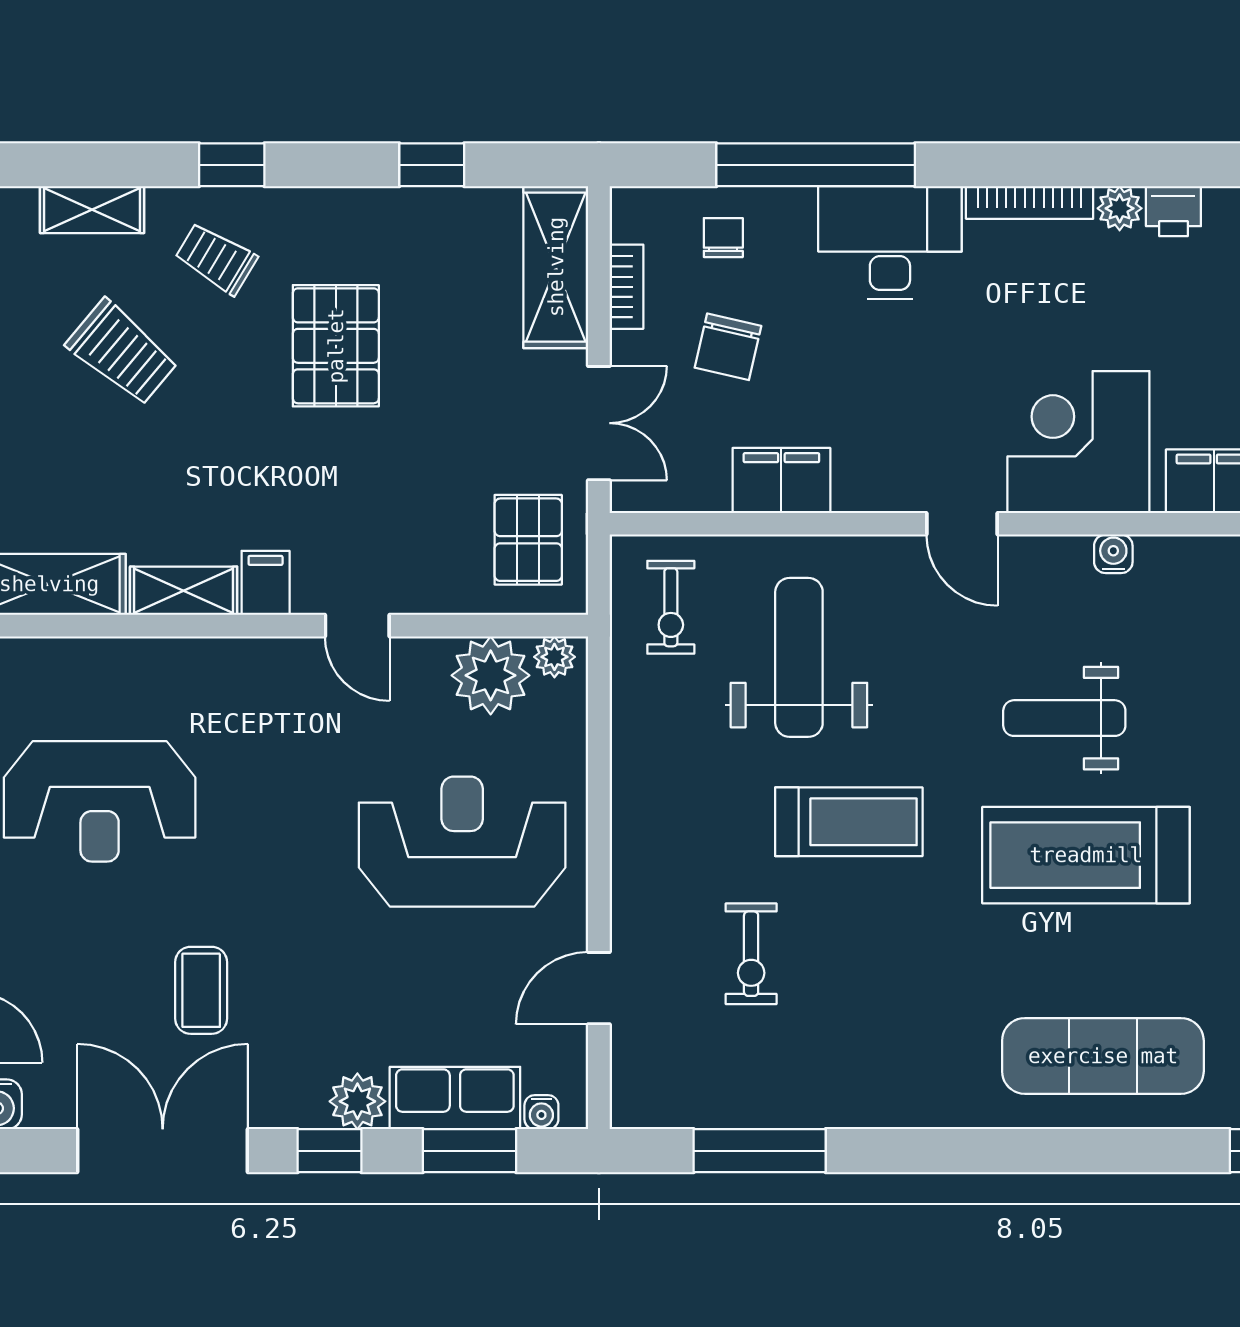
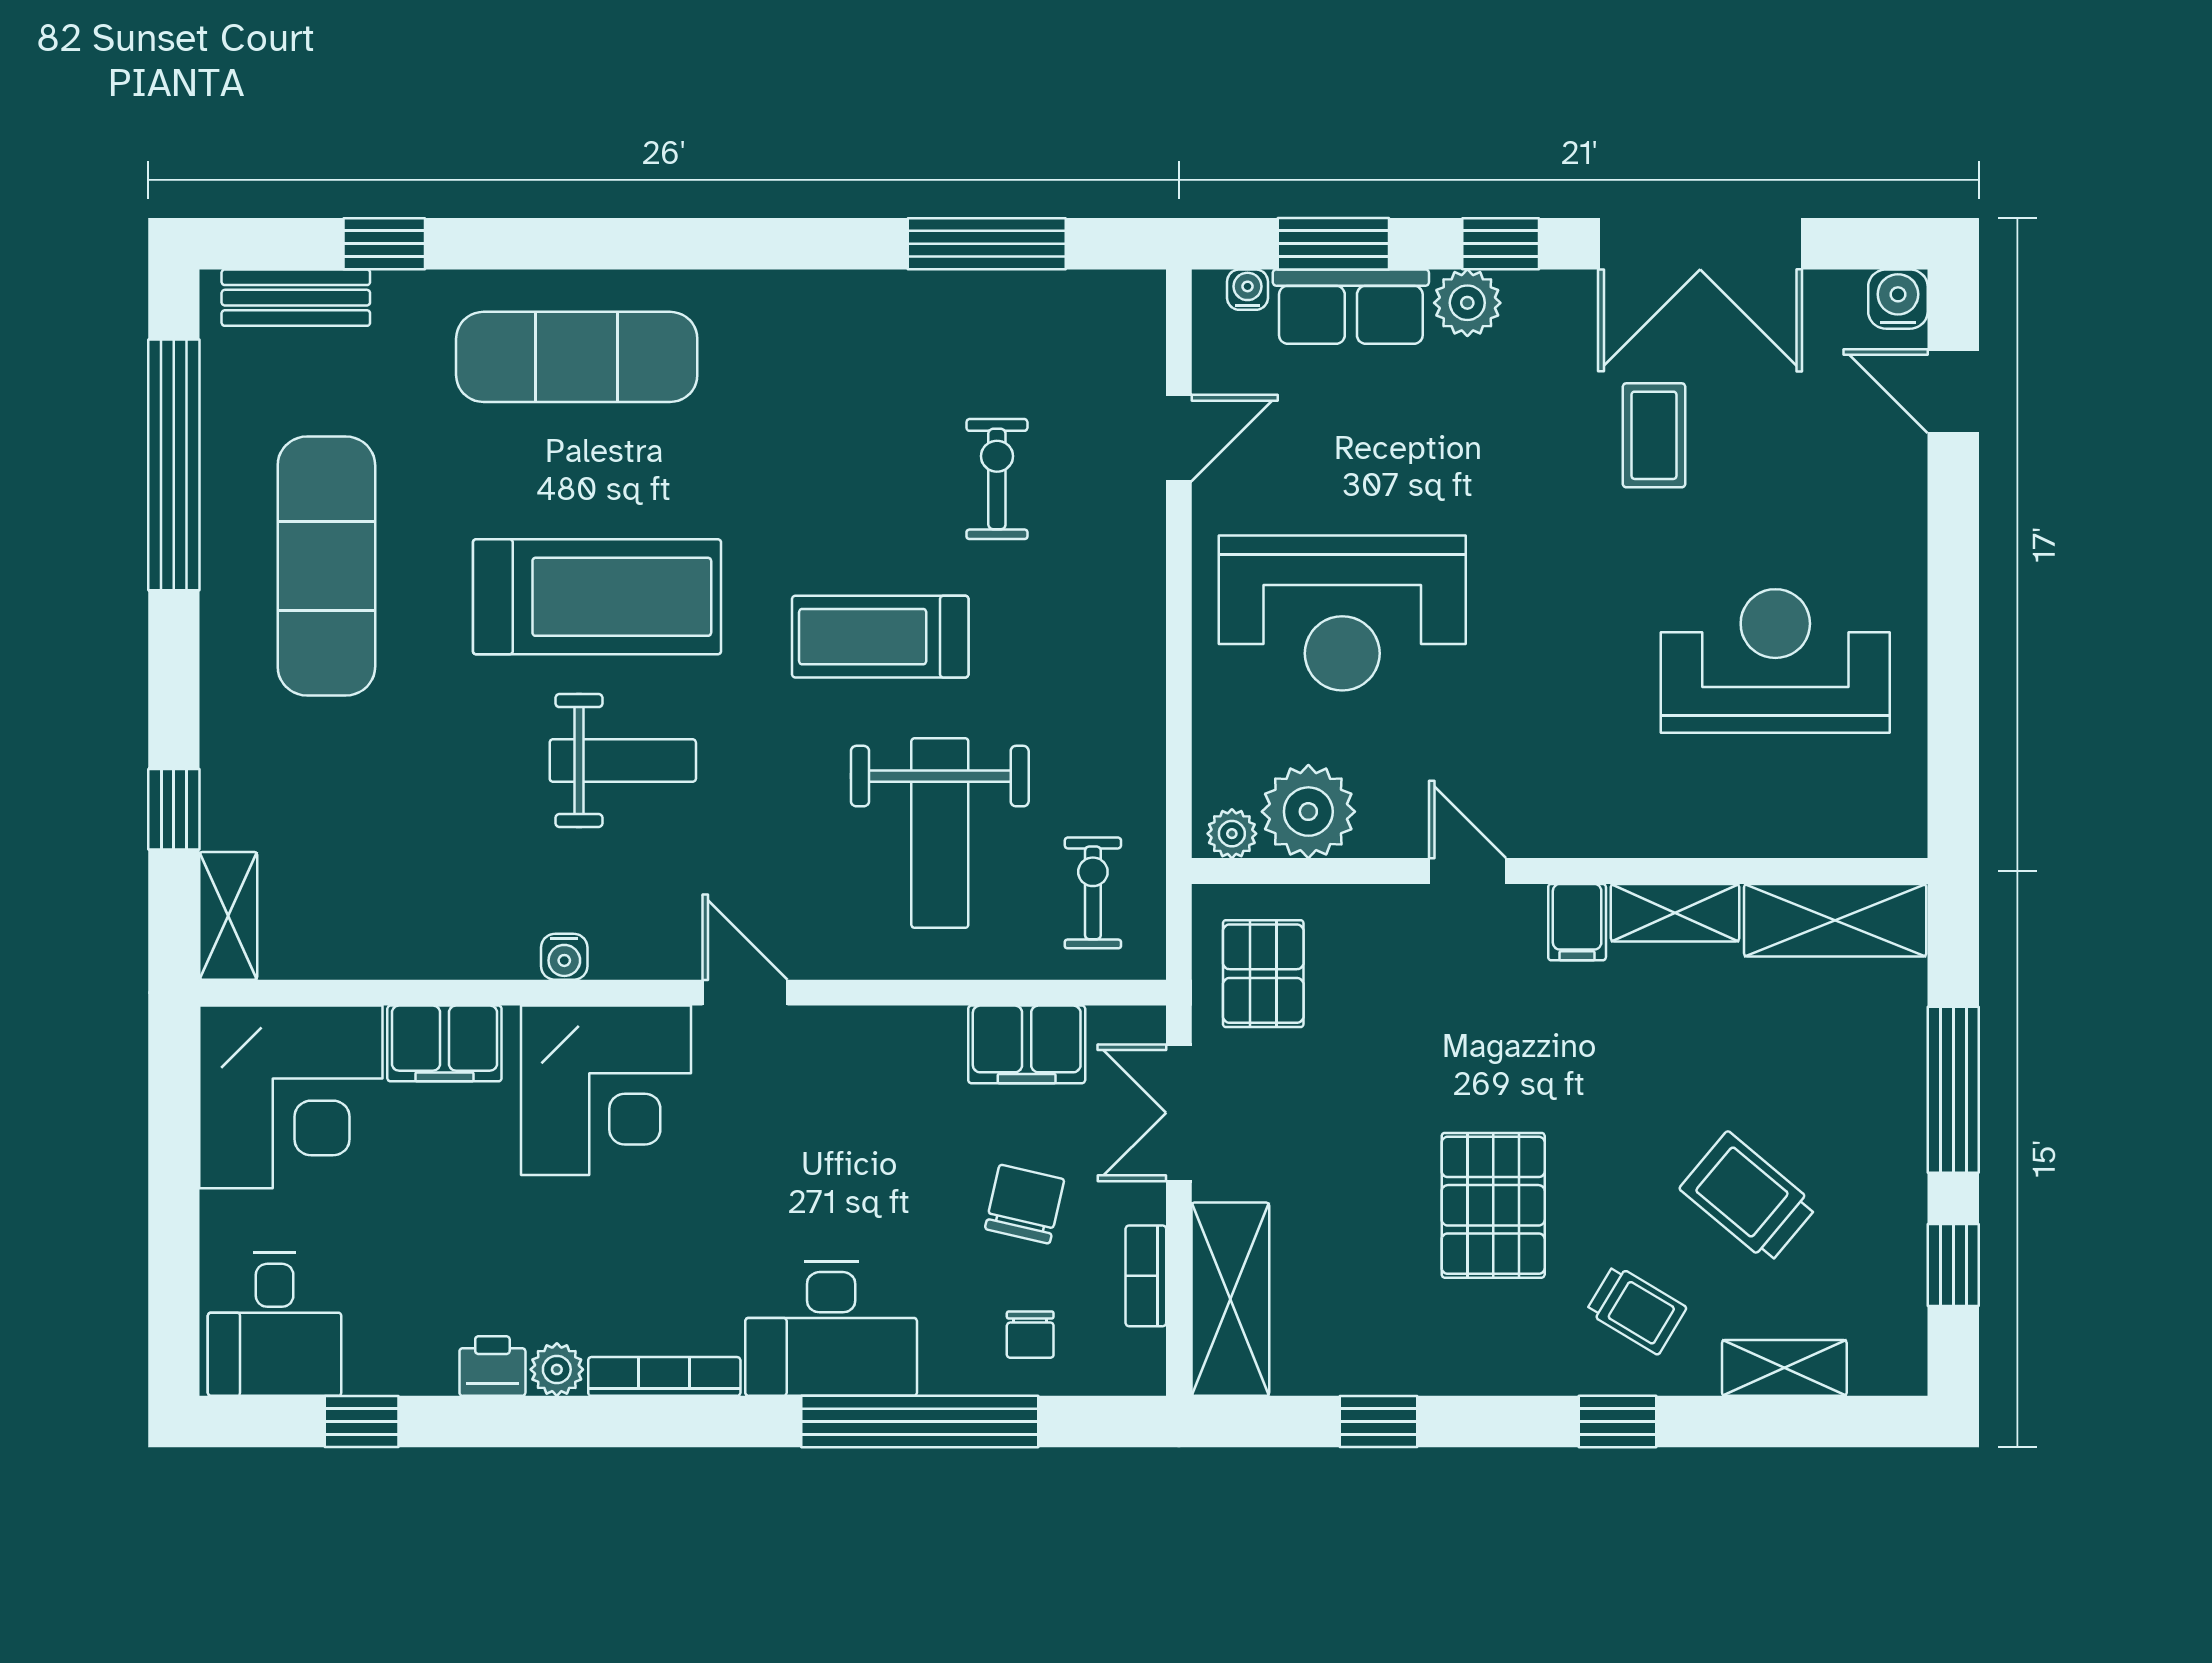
filing cabinet: (781, 480) -> (1027, 1044), moved

